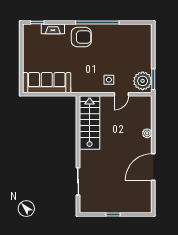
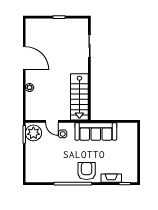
armchair: (81, 37) -> (87, 171), turned 90
sofa: (47, 83) -> (96, 131), moved
door: (121, 94) -> (52, 121), swing flipped
door: (153, 167) -> (24, 58), hinge flipped

